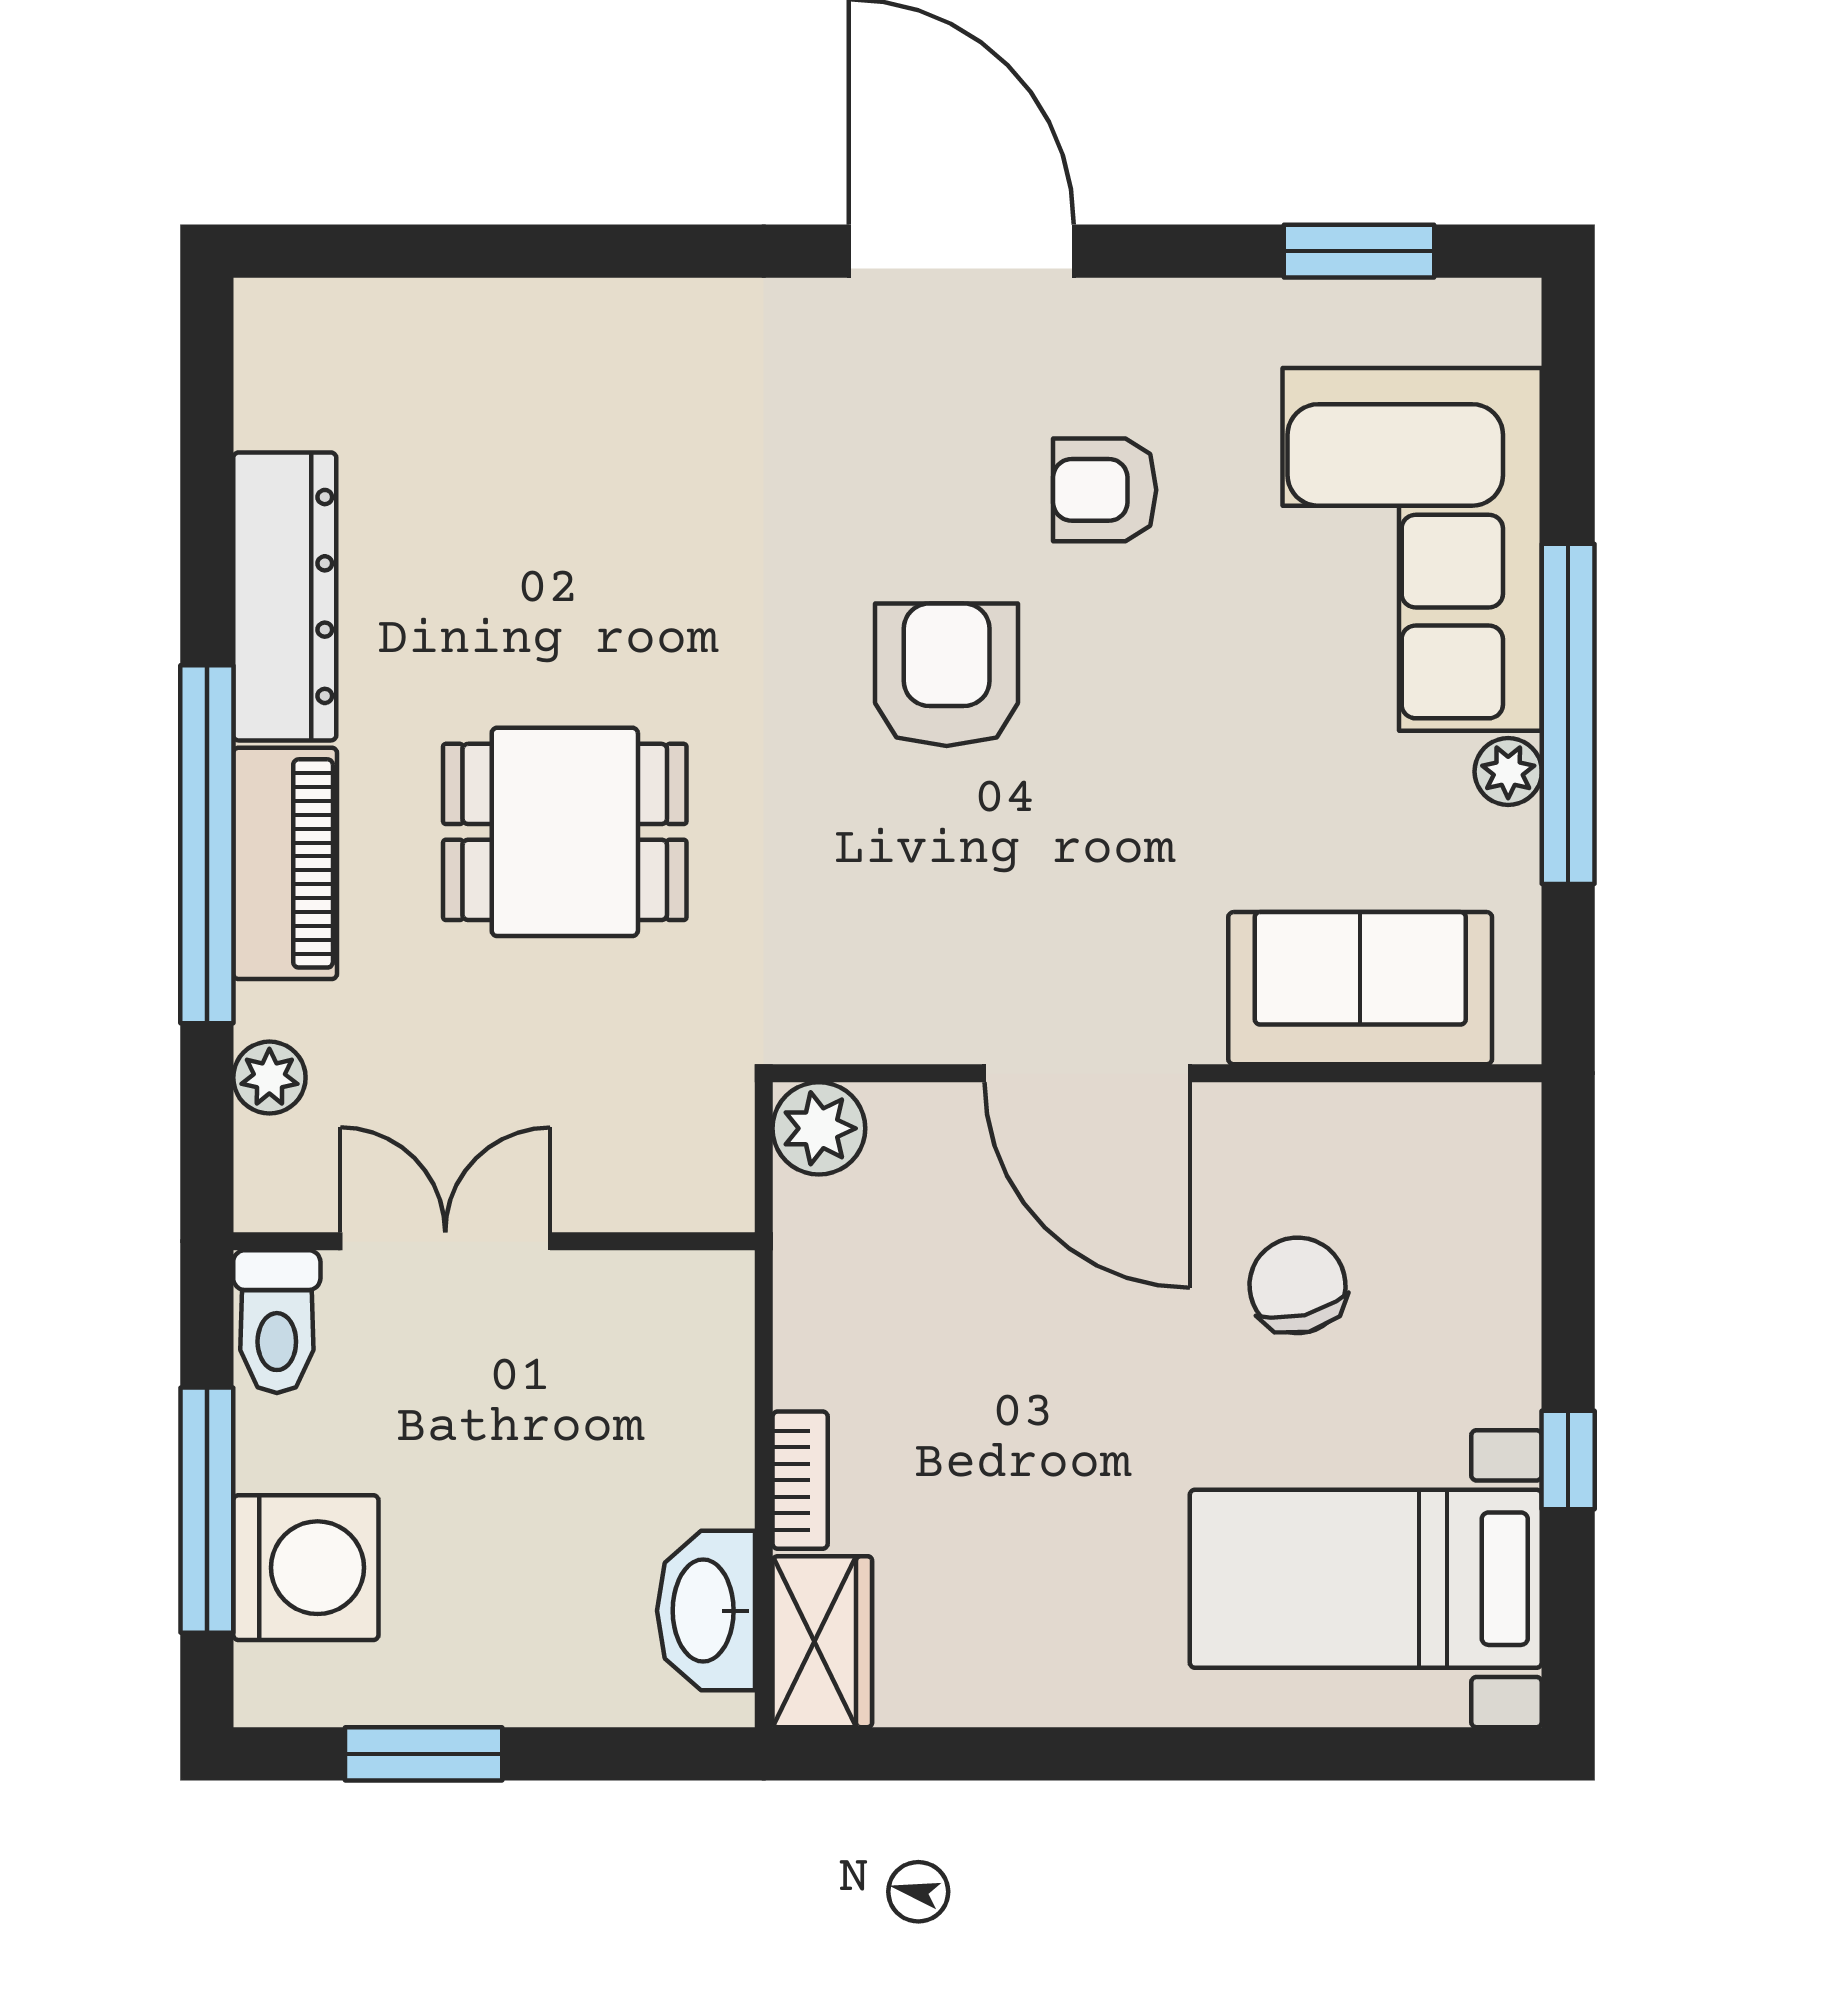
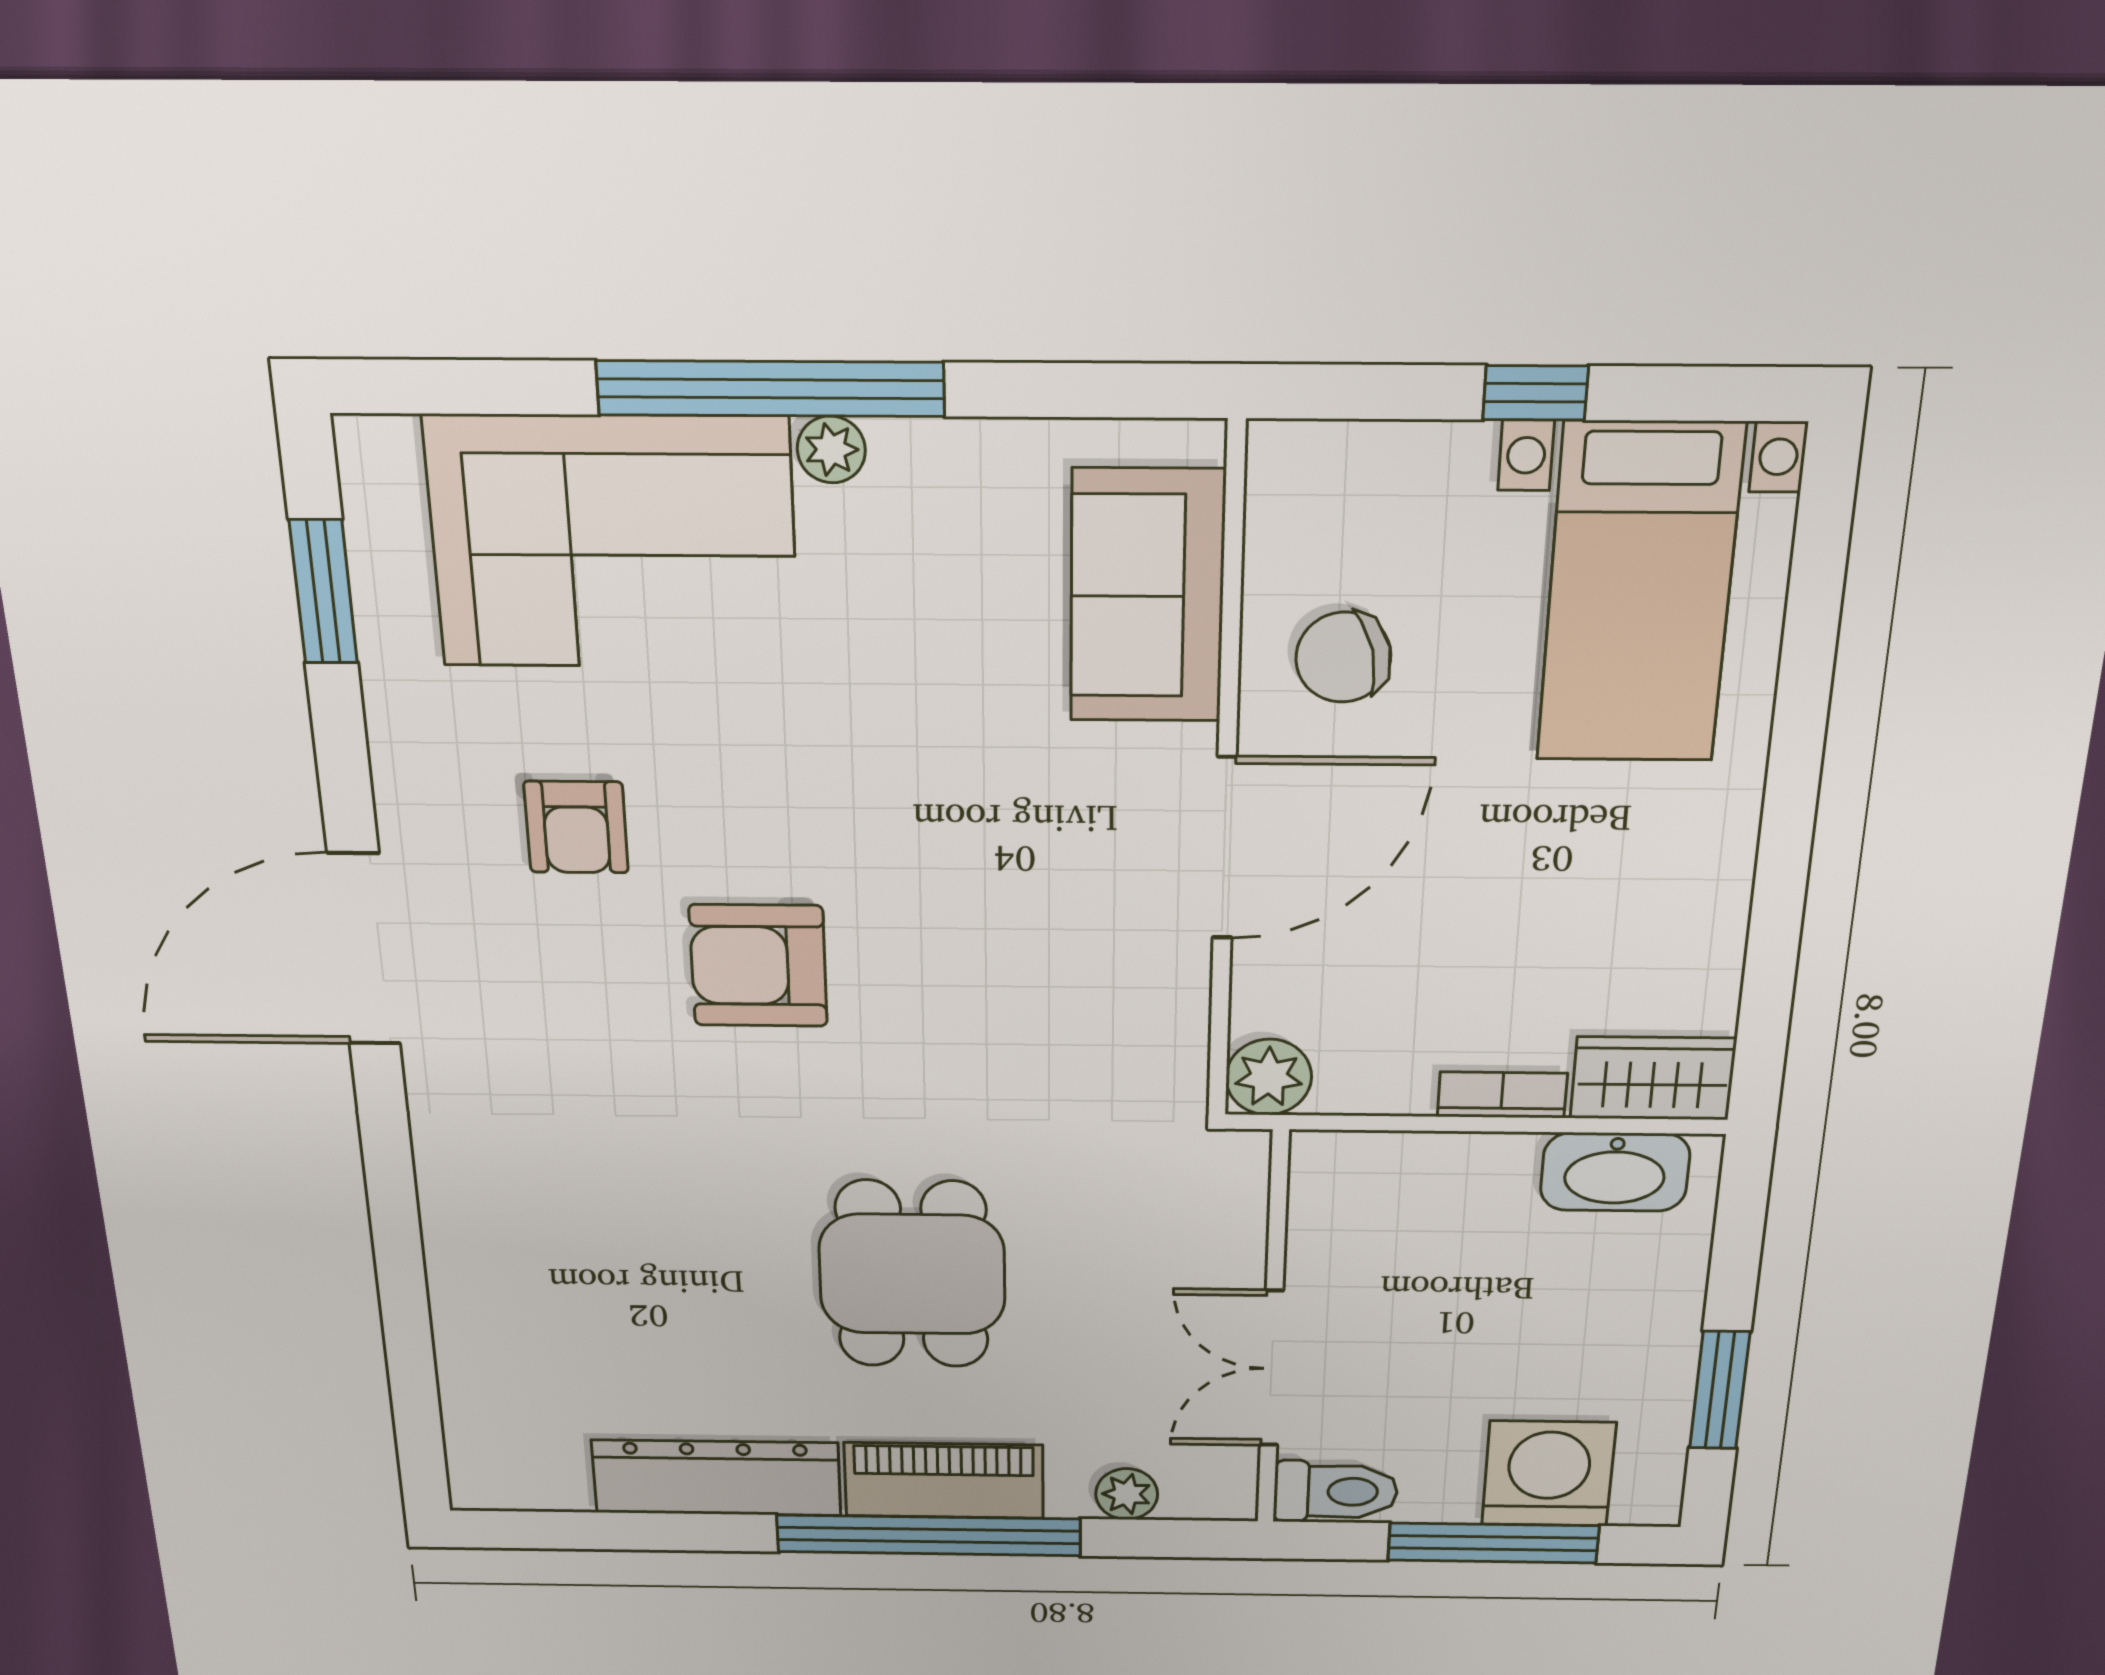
sofa: (1360, 988) -> (1147, 596), moved
door: (1087, 1073) -> (1225, 848), moved
wall: (1157, 1073) -> (1226, 786), moved
plant: (819, 1128) -> (1269, 1077), moved

